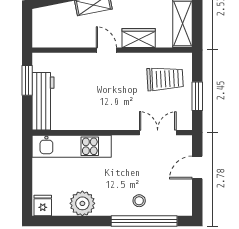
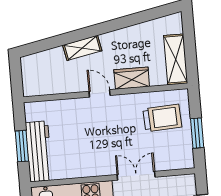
window: (27, 80) -> (22, 146), moved
double door: (158, 133) -> (136, 176), moved

